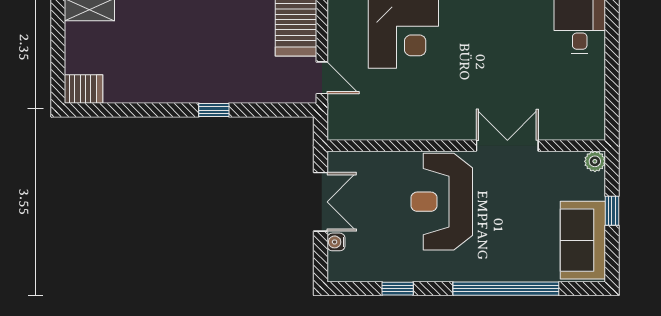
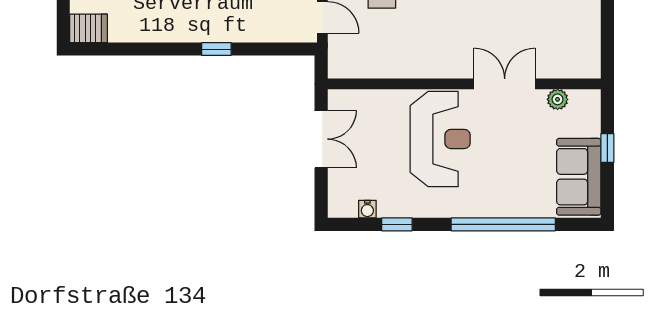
plant: (595, 161) -> (558, 99), moved
reception desk: (442, 202) -> (440, 139), turned 180
water cooler: (336, 242) -> (367, 209), moved, turned -90

